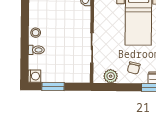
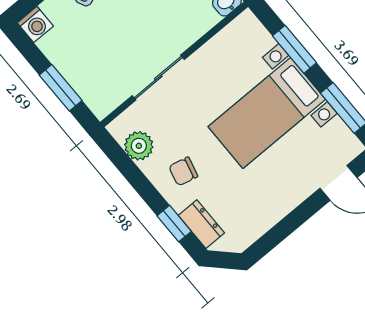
window: (53, 86) -> (61, 88), moved

